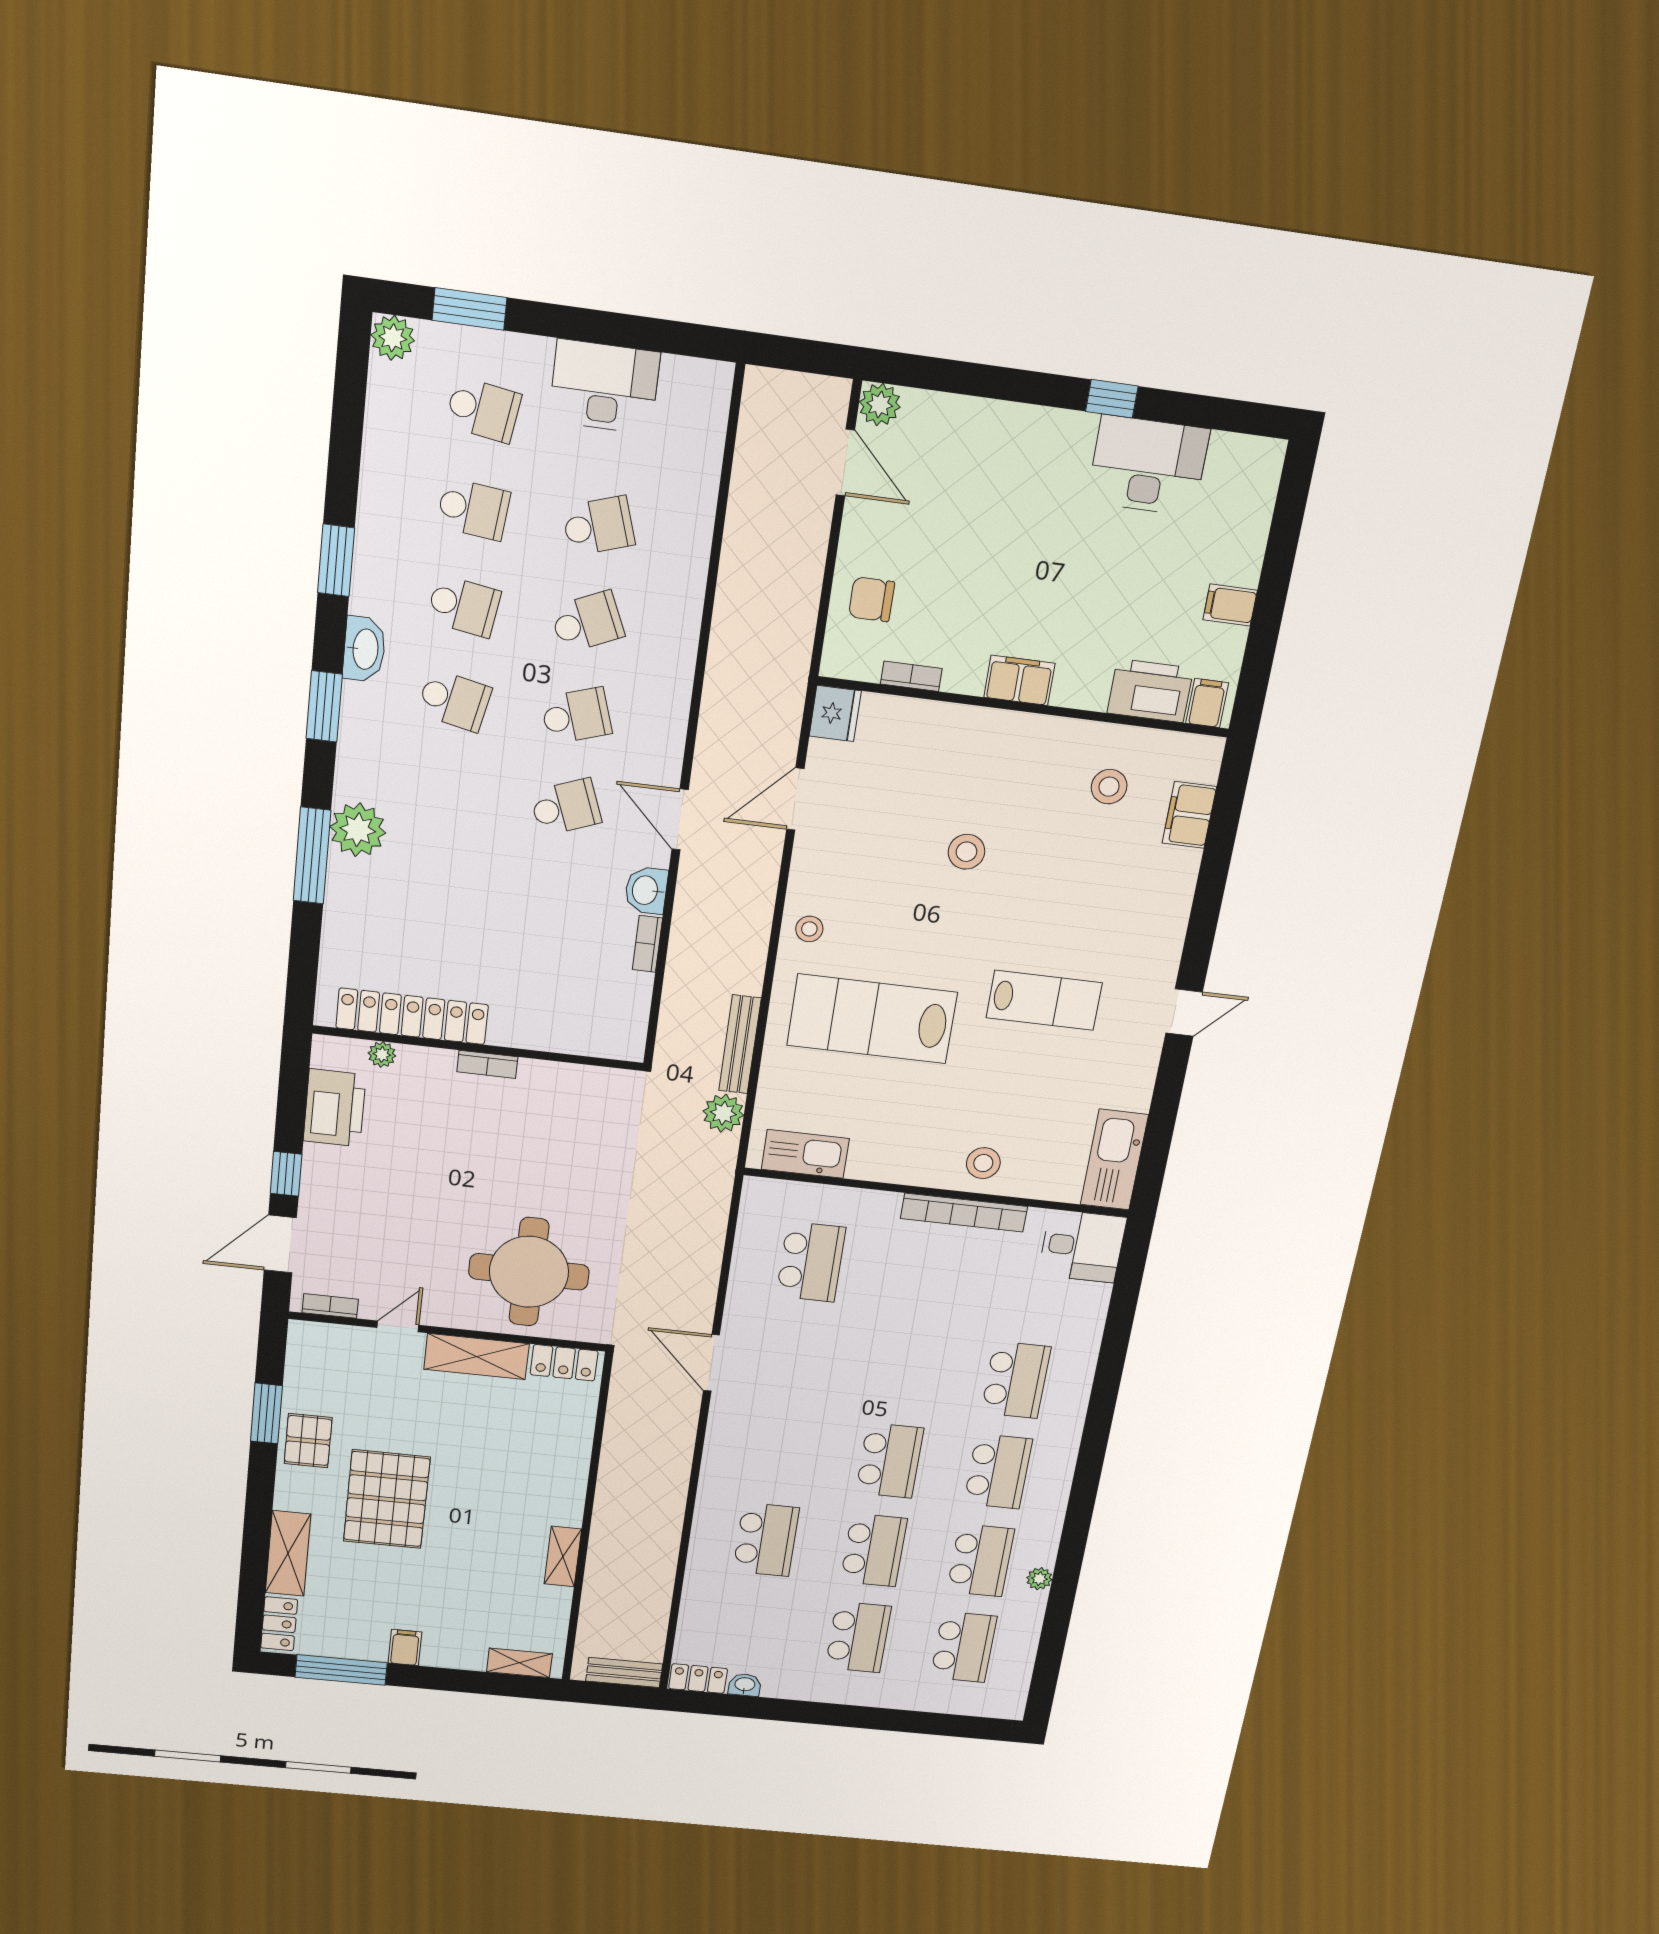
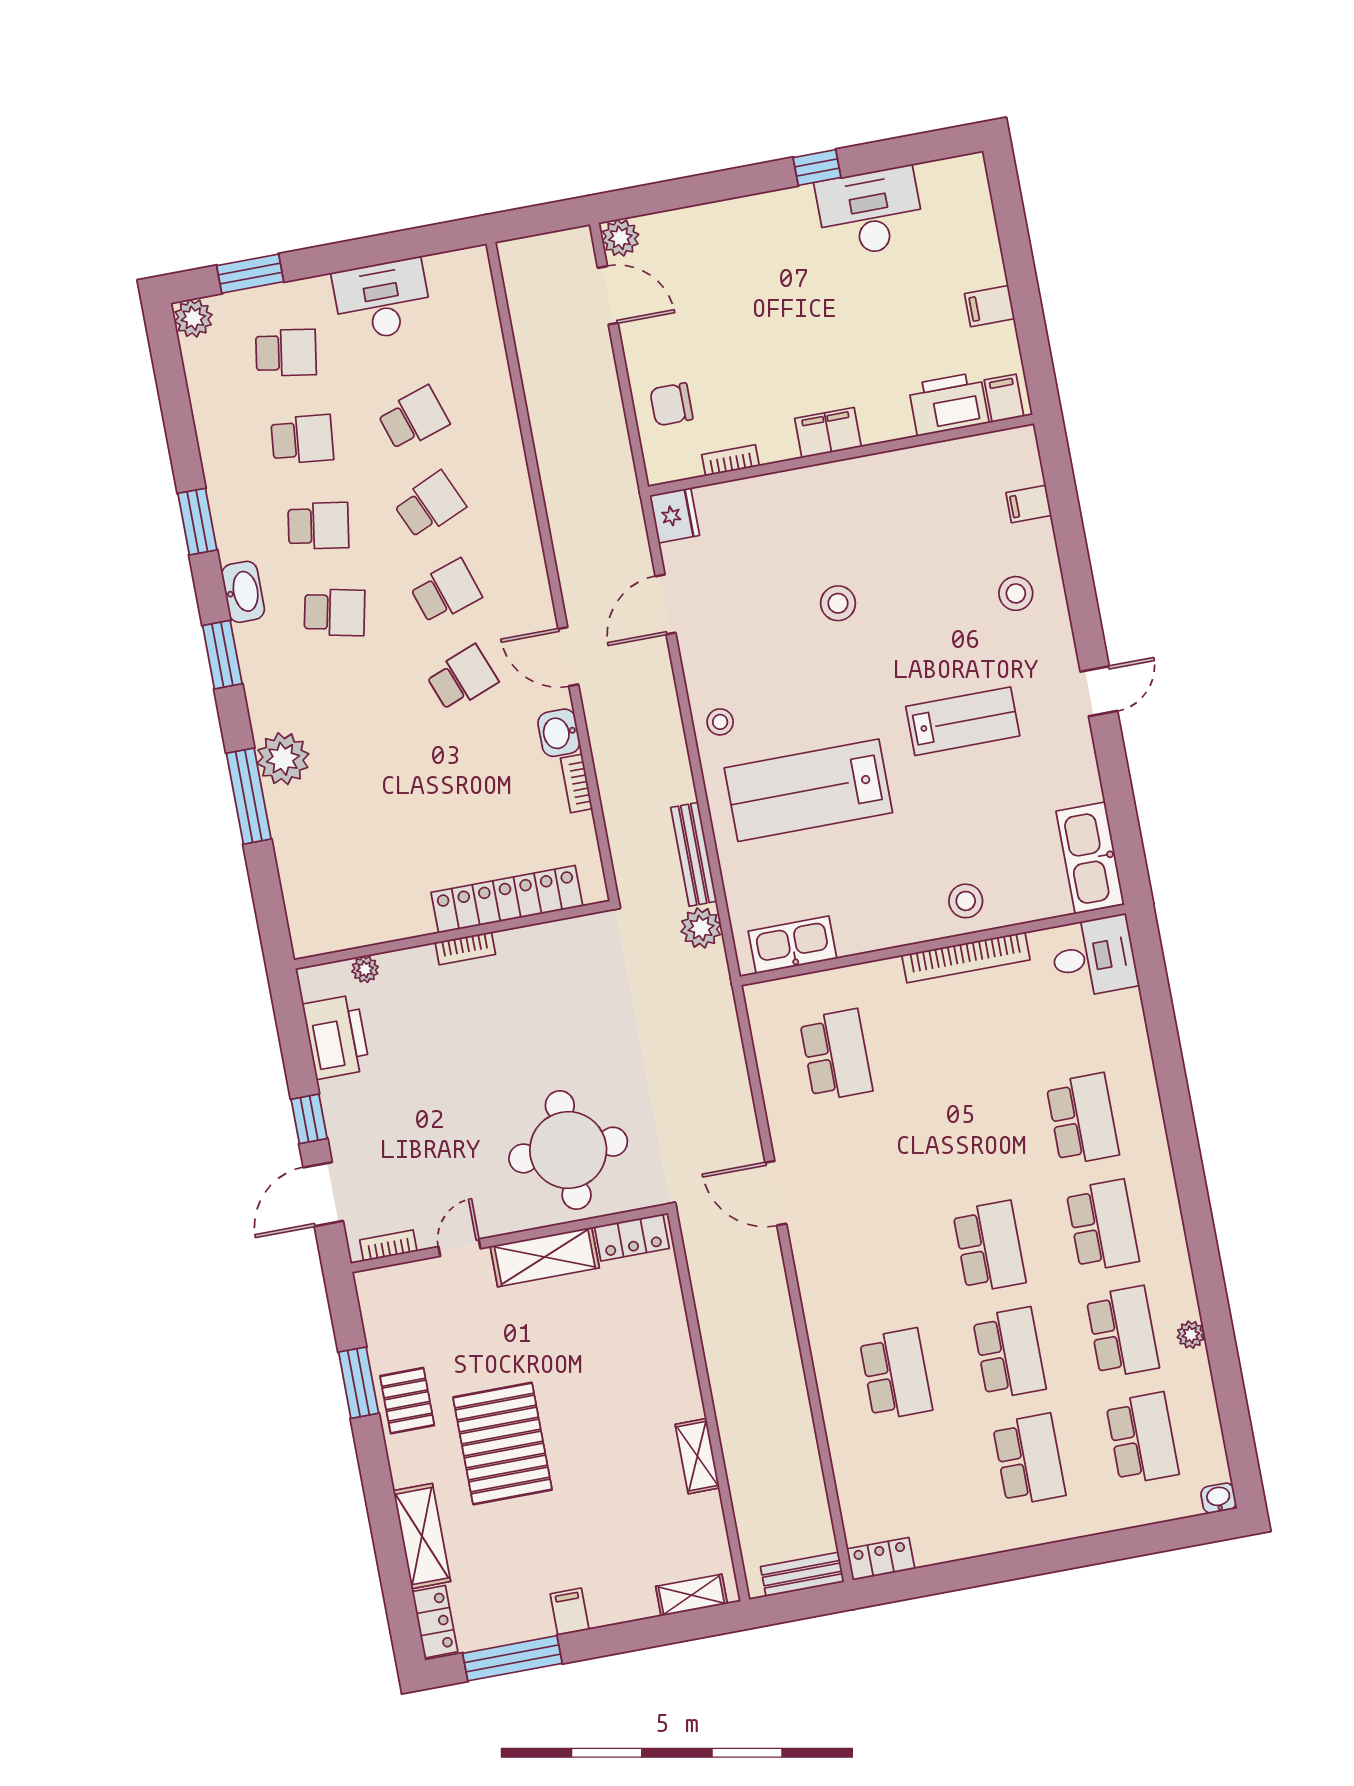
stool: (1109, 787) -> (1016, 593), moved
filing cabinet: (1189, 815) -> (1029, 504), width x0.50
locker: (412, 1016) -> (507, 899), moved
washbasin: (745, 1685) -> (1219, 1498), moved

